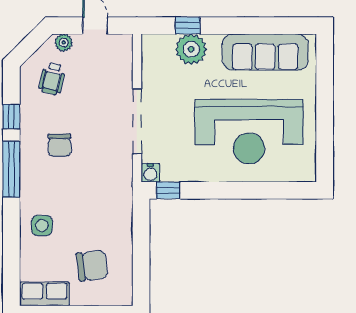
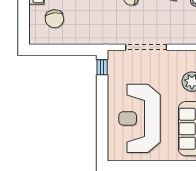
water cooler: (150, 173) -> (113, 56), removed

